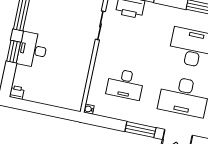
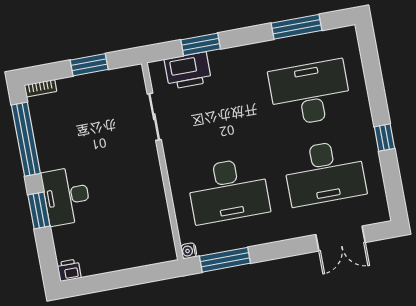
desk: (125, 84) -> (228, 190), width x1.36, depth x1.30
window: (140, 130) -> (225, 260), moved

